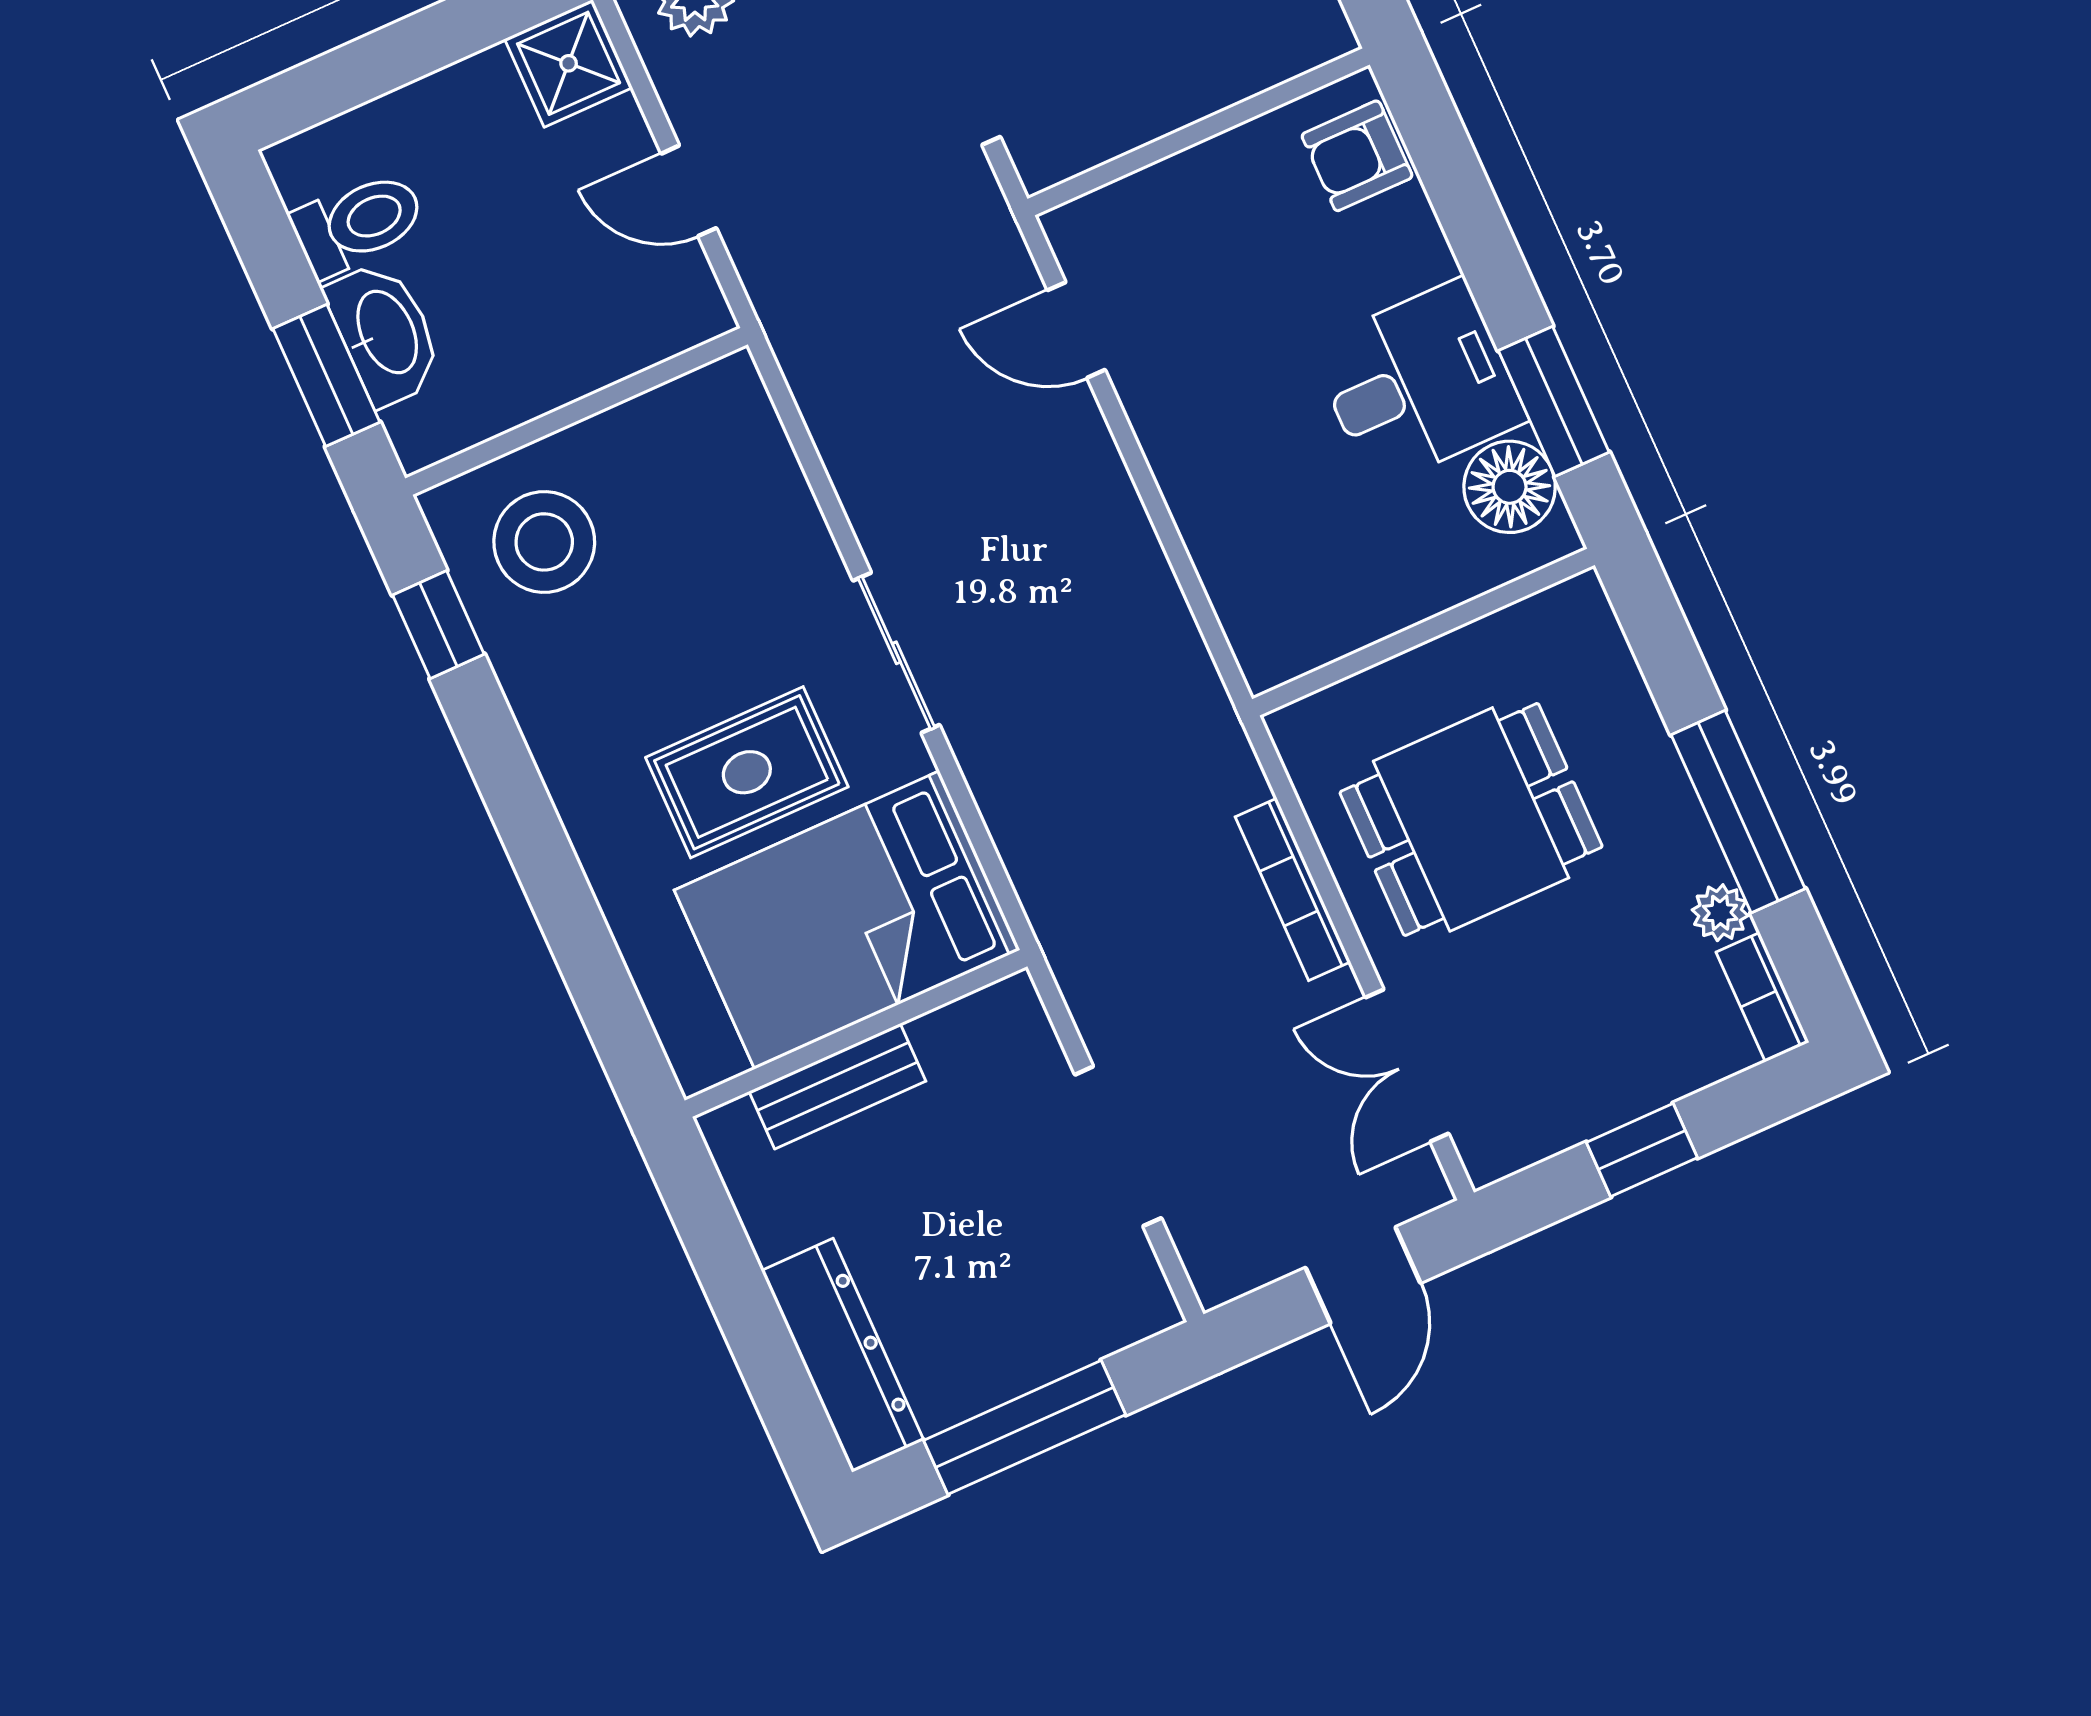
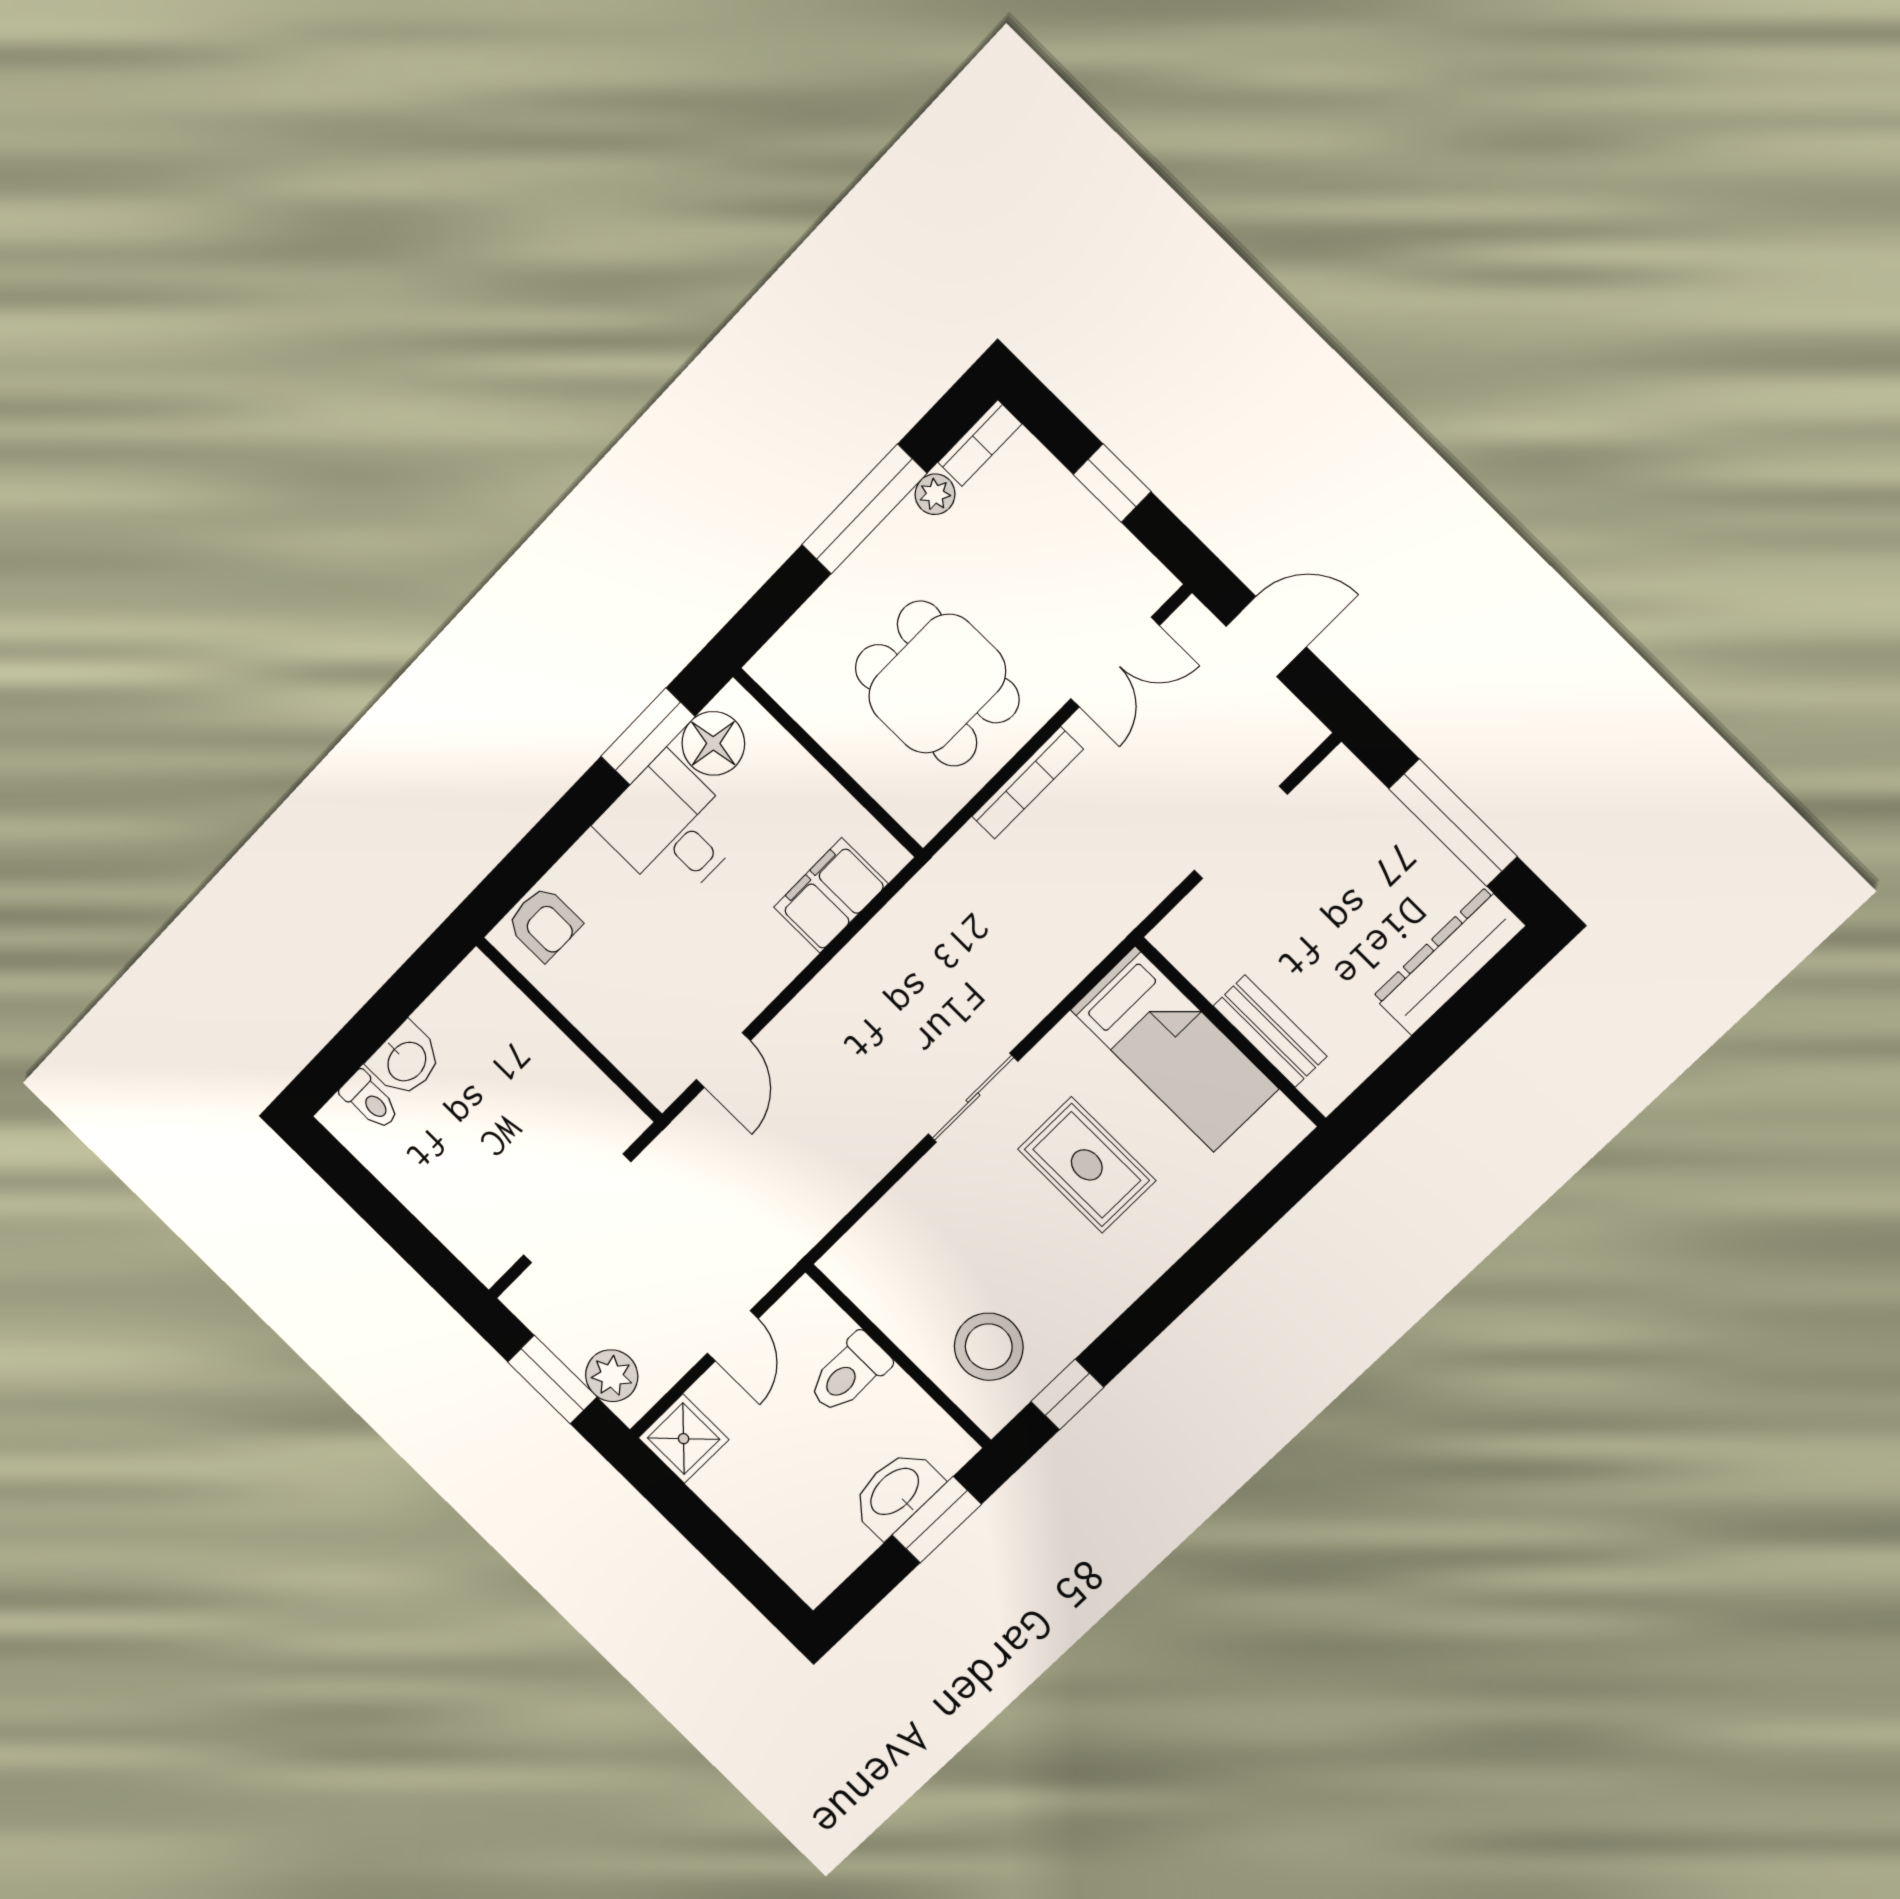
toilet: (358, 223) -> (849, 1373), moved, turned -90
filing cabinet: (1244, 566) -> (831, 895), added
bed: (847, 920) -> (1174, 1049), width x0.67

